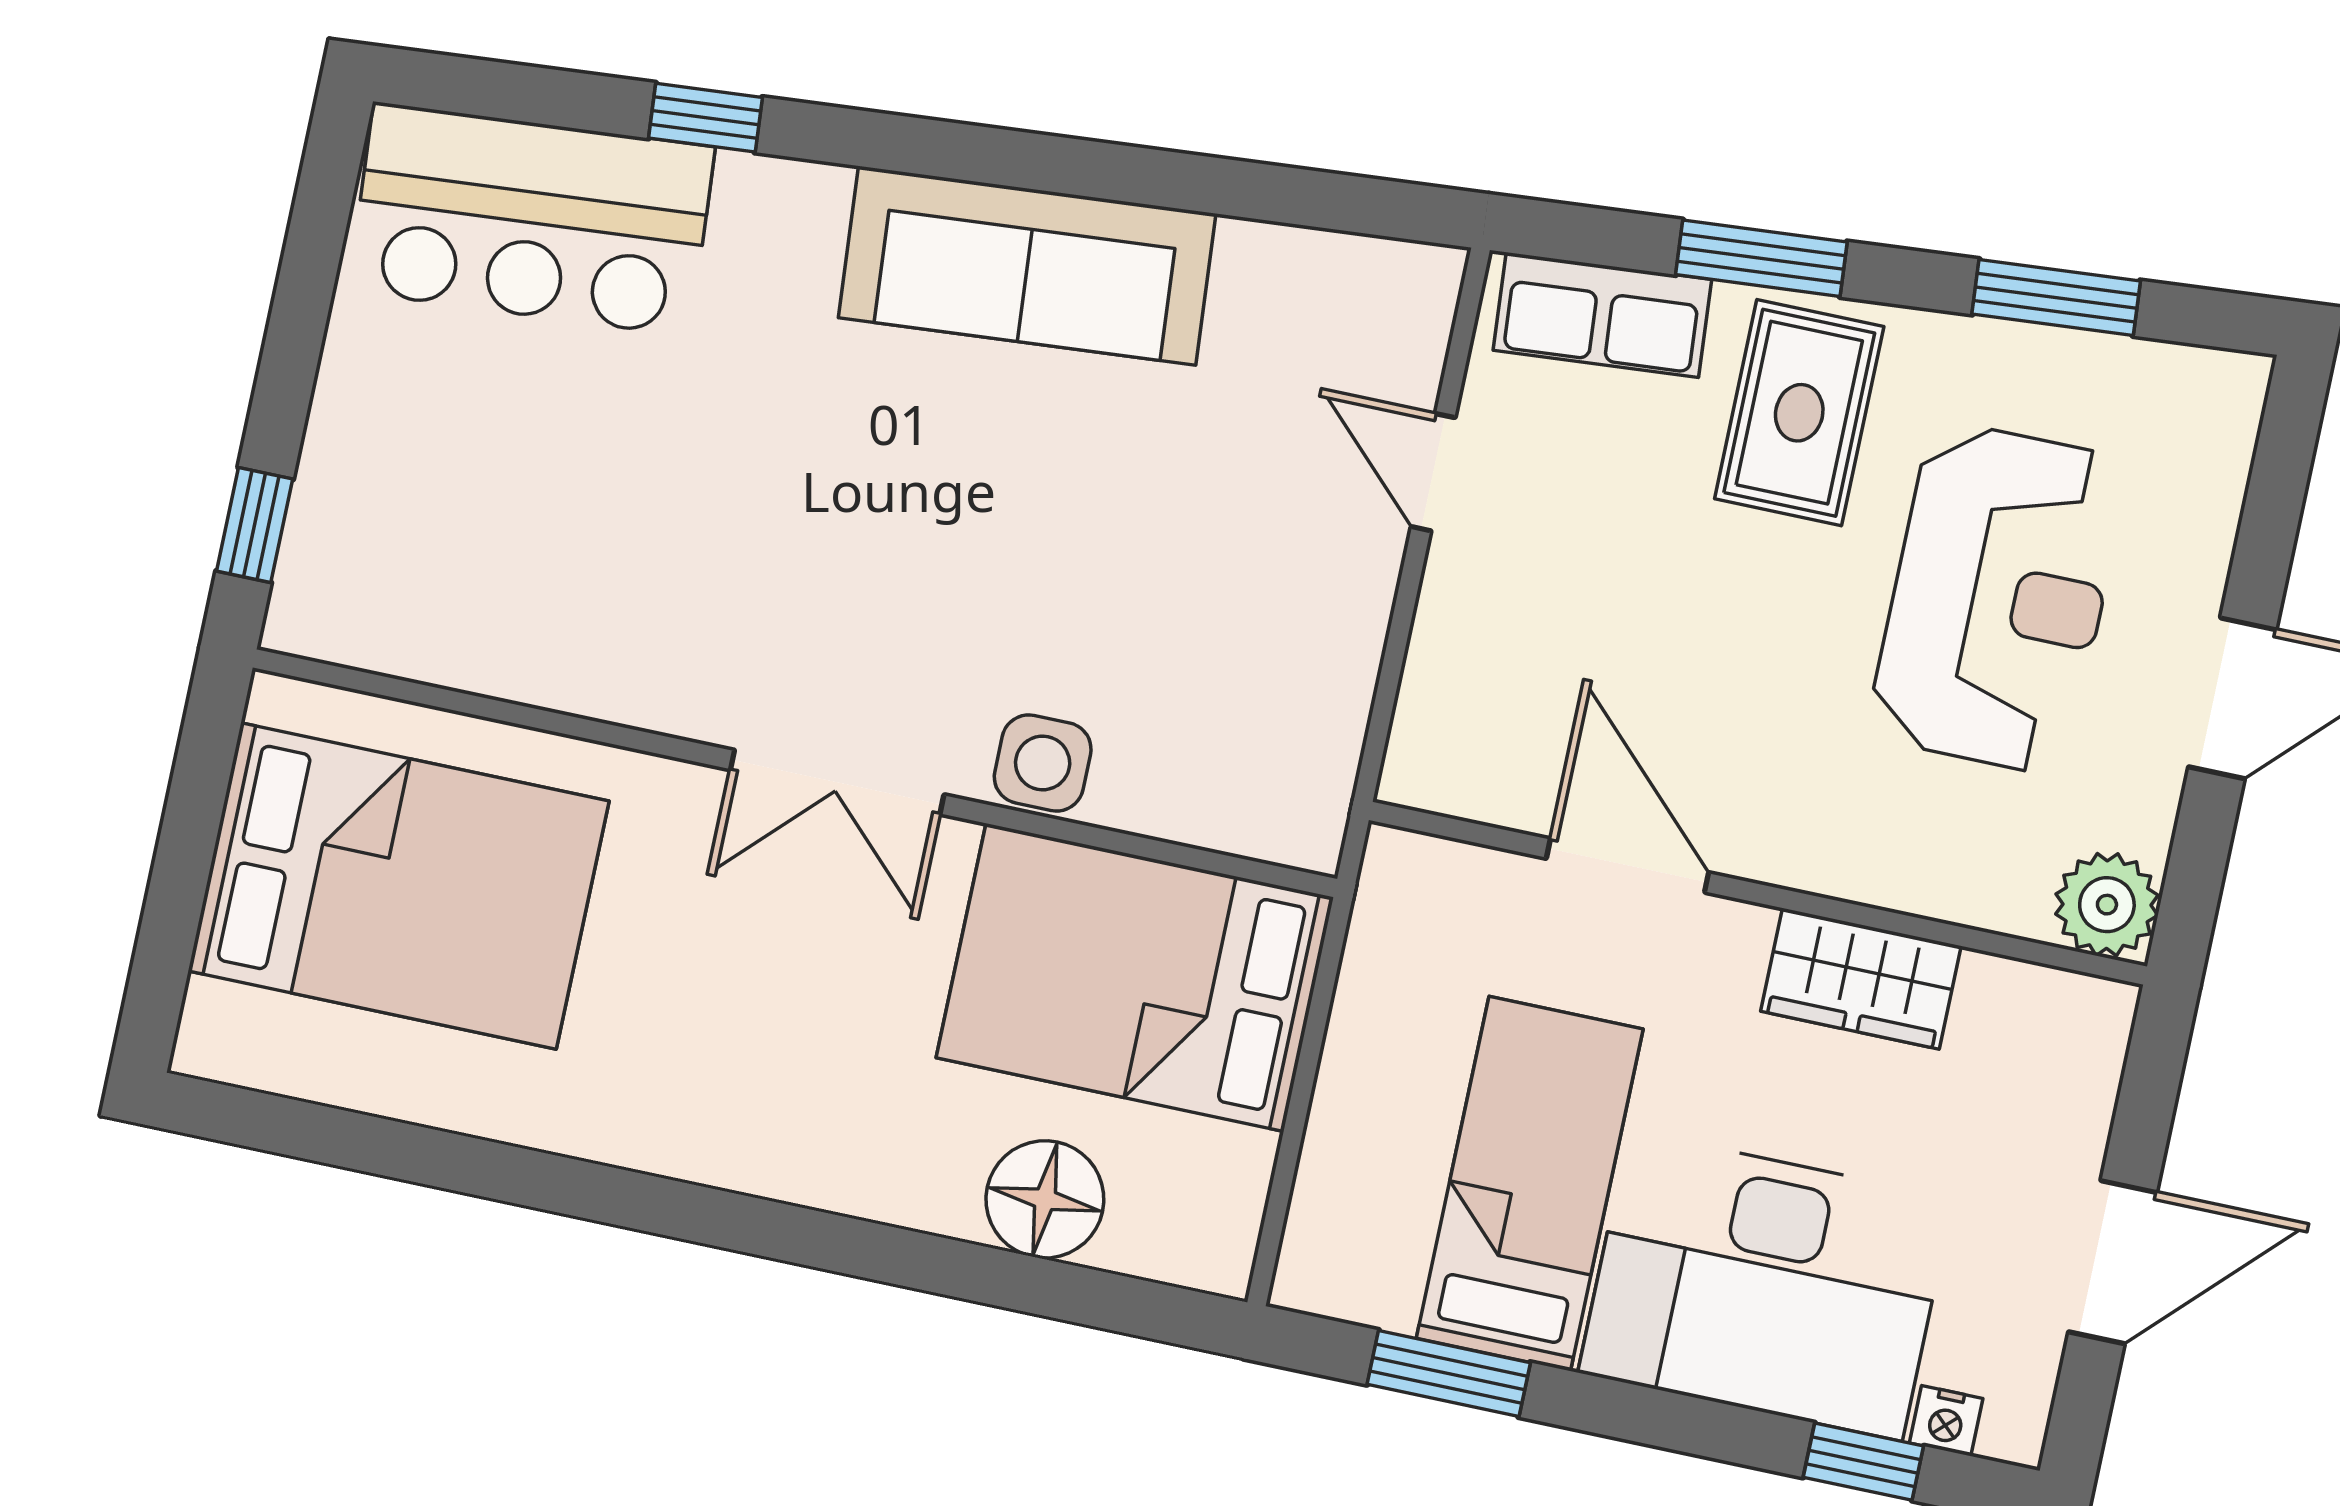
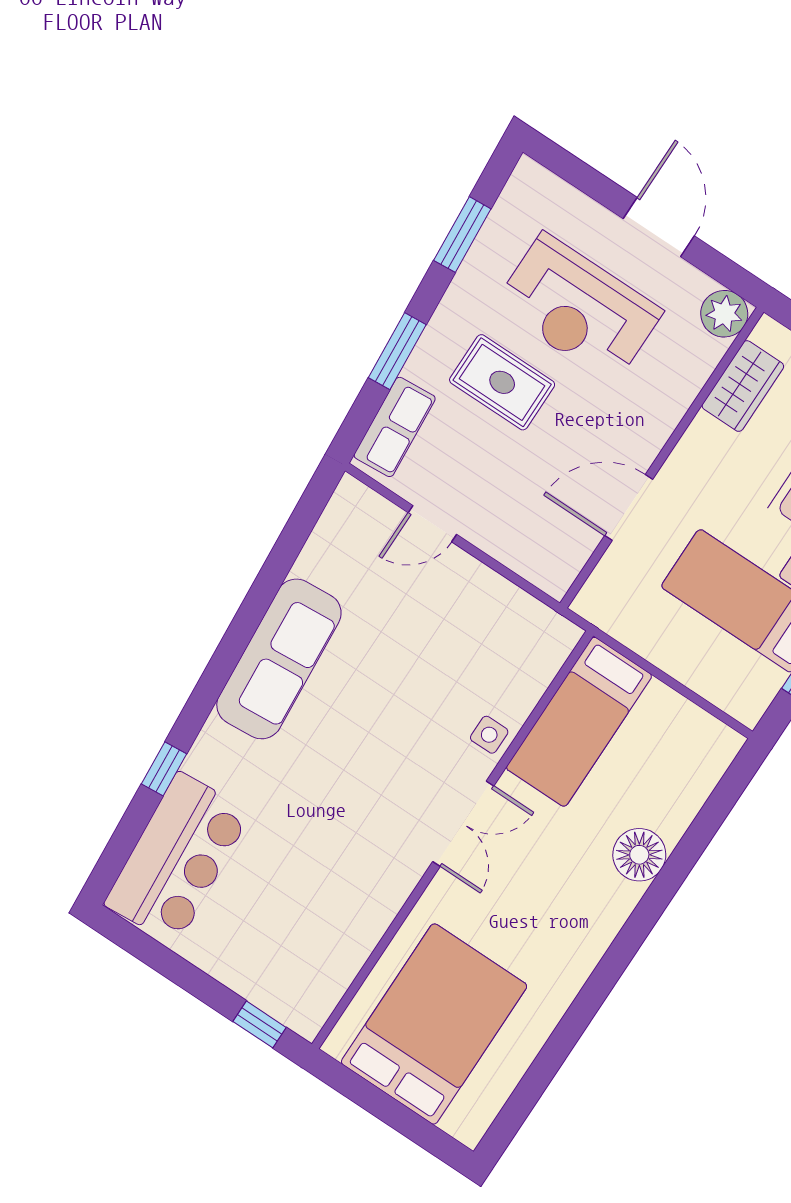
rug: (1799, 413) -> (502, 382), moved
reception desk: (1998, 598) -> (578, 308), turned 180
side table: (1043, 763) -> (489, 735), width x0.73, depth x0.73
bed: (1135, 977) -> (579, 722), width x0.67
wardrobe: (1861, 979) -> (743, 386), moved
floor lamp: (1045, 1199) -> (639, 855), moved

